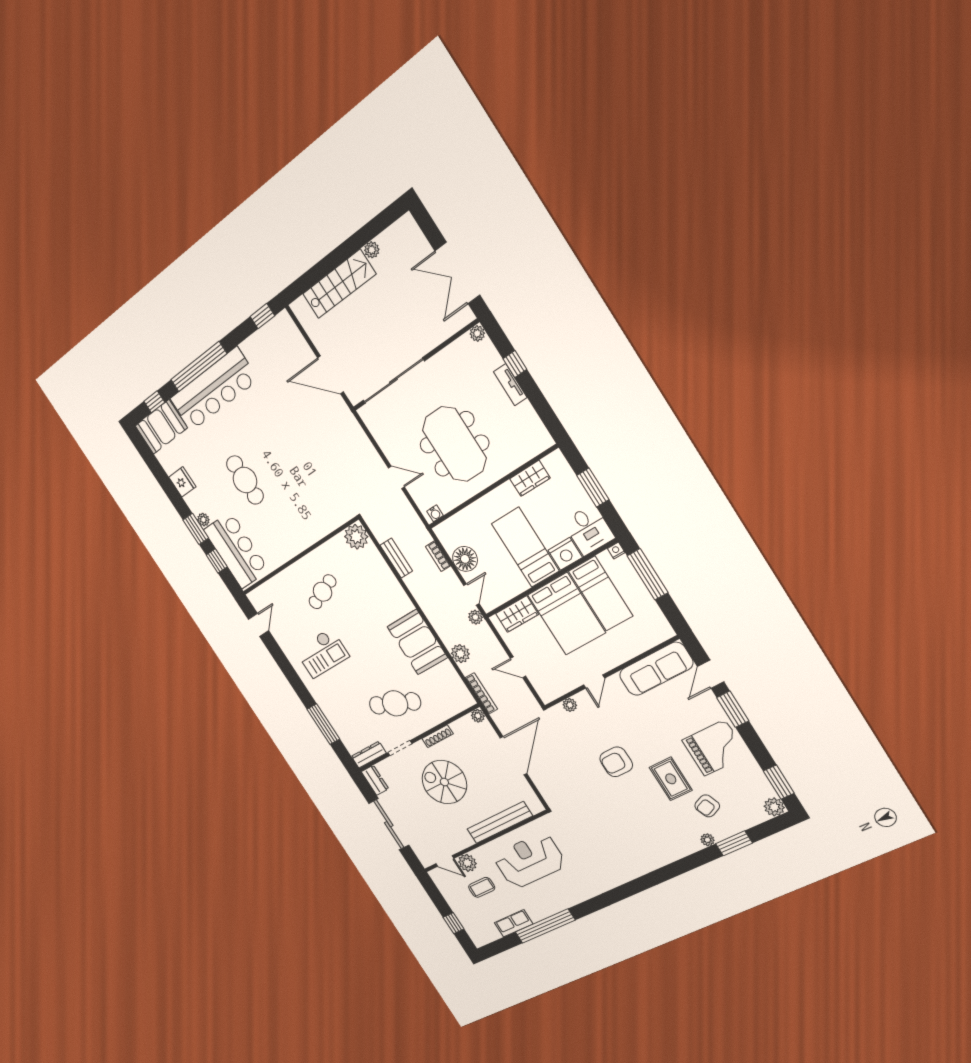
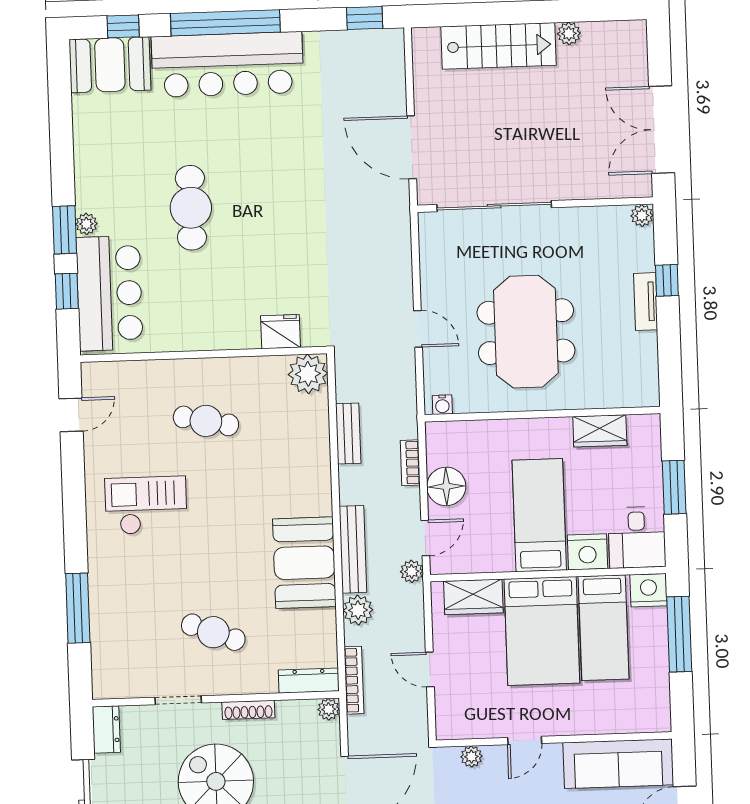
fridge: (182, 482) -> (281, 332), moved, turned -90
nightstand: (616, 550) -> (649, 590), width x1.89, depth x1.79
cafe table: (323, 592) -> (206, 421), turned 33
bench: (437, 621) -> (353, 549), added
checkout: (322, 653) -> (146, 505), turned 180
cafe table: (395, 703) -> (213, 632), width x0.73, depth x0.74
dresser: (369, 755) -> (309, 681), moved

